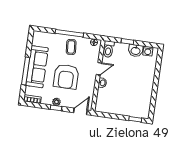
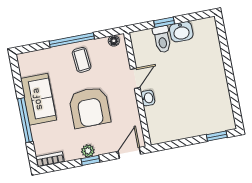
toilet: (108, 49) -> (162, 39), moved
washing machine: (148, 51) -> (200, 26), removed
sofa: (37, 67) -> (38, 99), width x0.73

